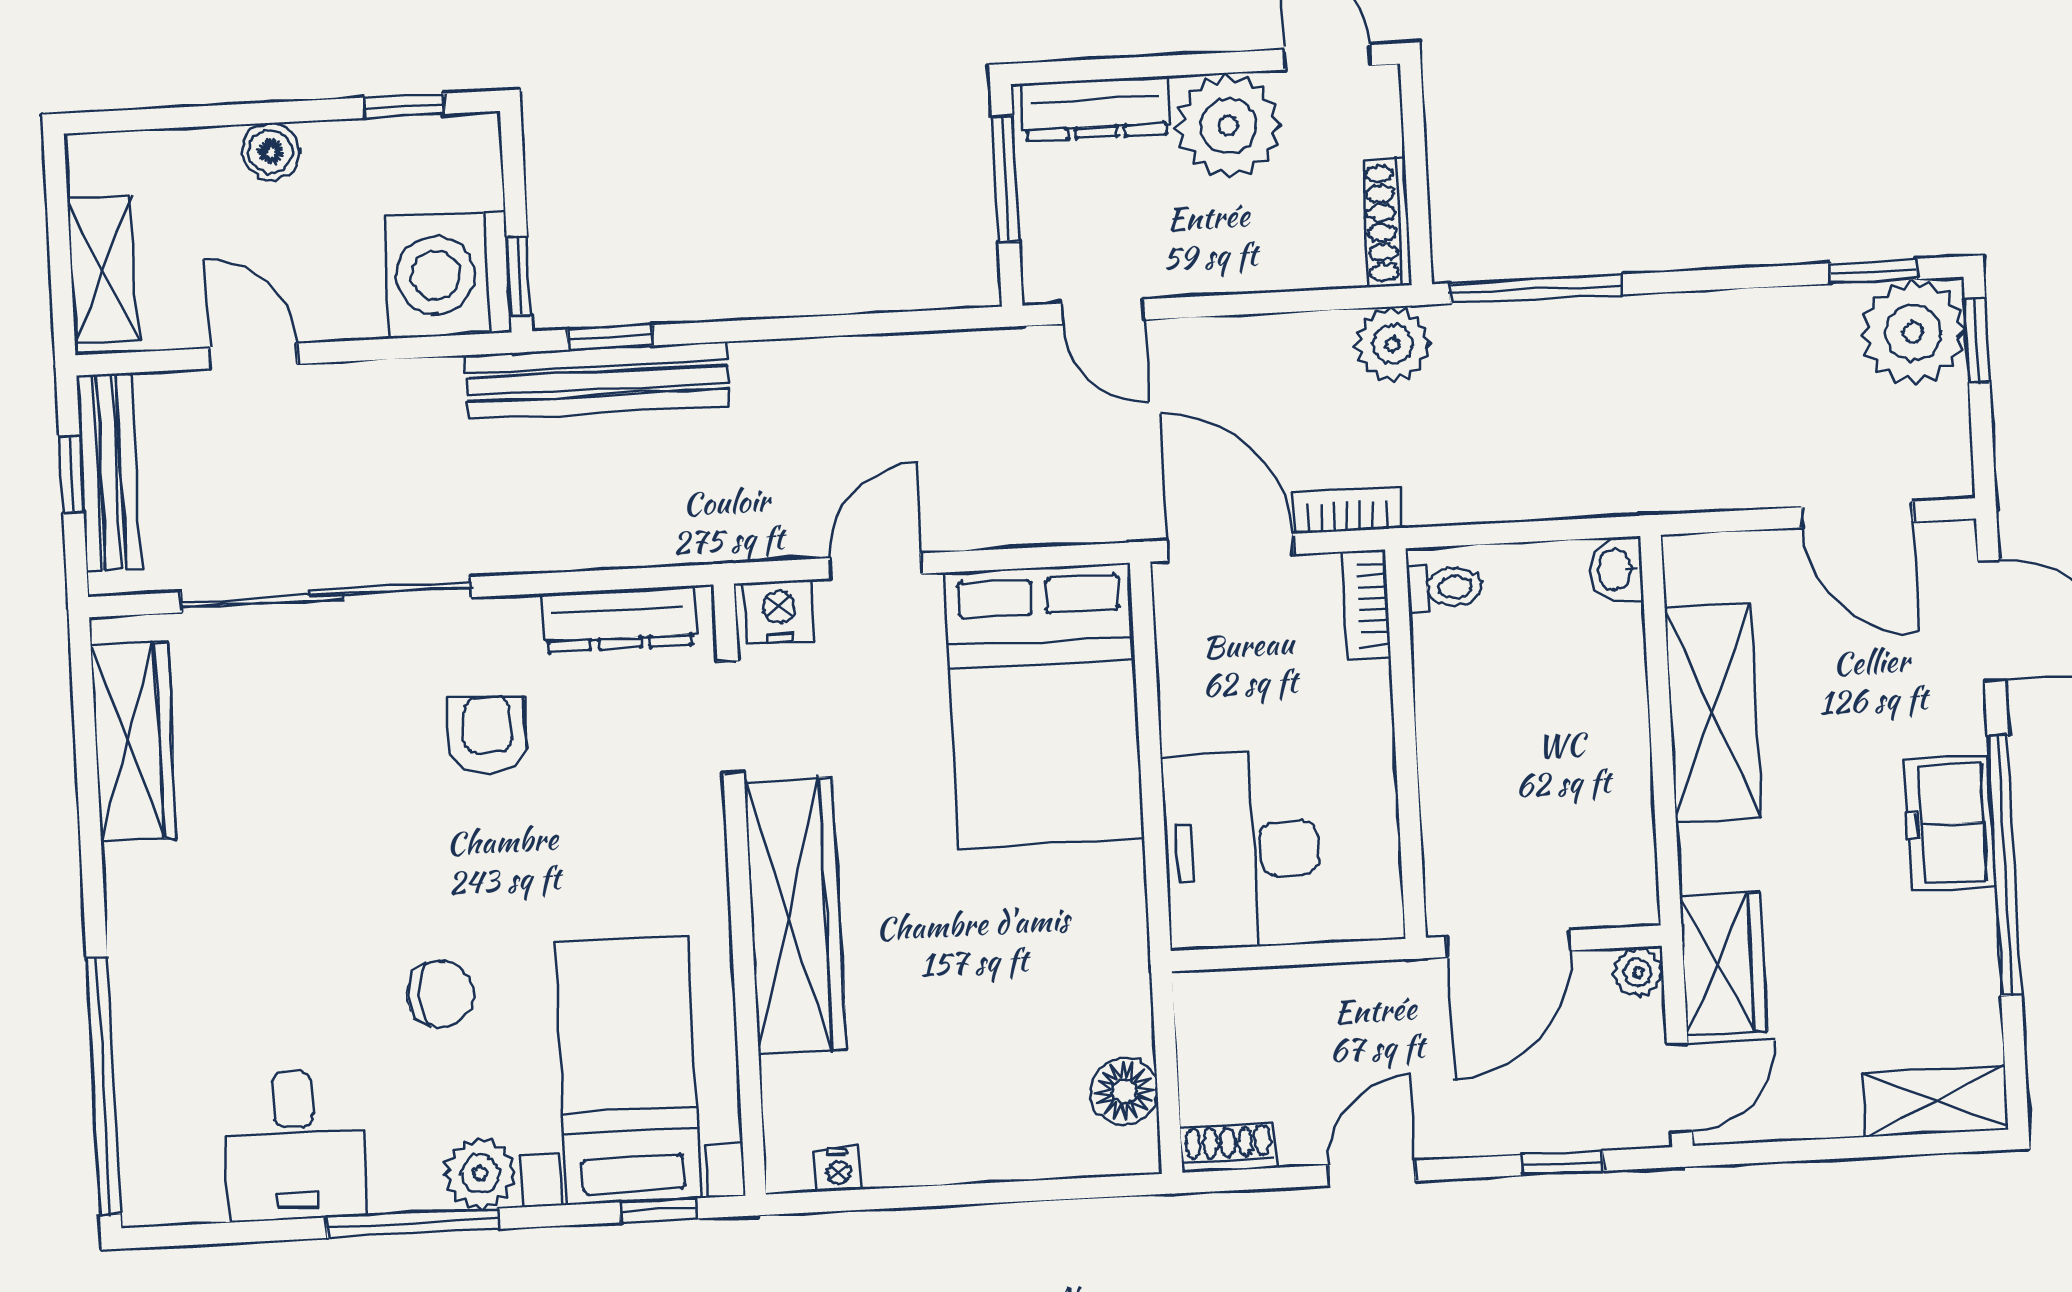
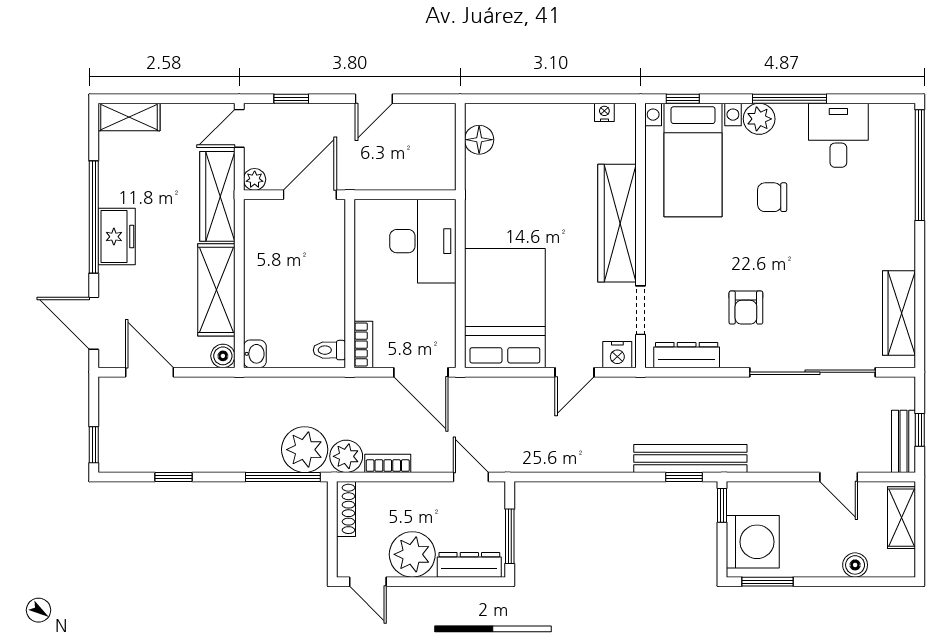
window: (404, 106) -> (768, 582), width x1.50
boiler: (271, 151) -> (855, 565), moved
window: (1873, 271) -> (174, 477), moved
washing machine: (448, 275) -> (753, 542), moved
plant: (1913, 332) -> (305, 450), moved
bench: (109, 472) -> (904, 441), width x0.73
bookcase: (1347, 510) -> (388, 463), moved, turned 180
boiler: (1690, 561) -> (223, 356), added
wardrobe: (1723, 964) -> (217, 196), width x1.50
shoe rack: (1228, 1148) -> (436, 113), removed

